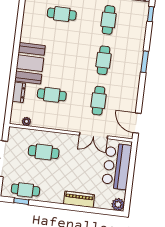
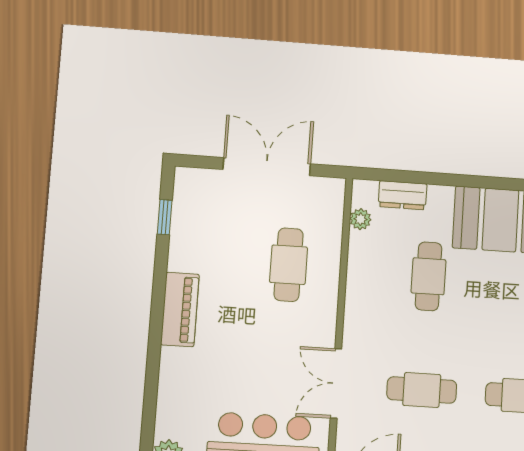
dresser: (19, 92) -> (403, 195), moved
cafe table: (25, 190) -> (193, 226), removed
piano: (79, 199) -> (180, 309), moved

